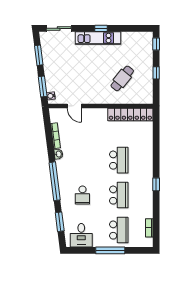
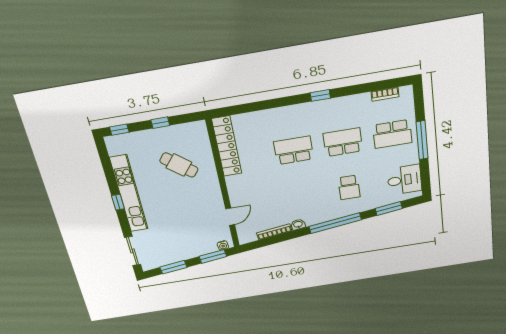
kitchen unit: (98, 38) -> (129, 194), width x1.36
school desk: (82, 195) -> (349, 187), turned 90
school desk: (119, 230) -> (392, 134), turned 180

